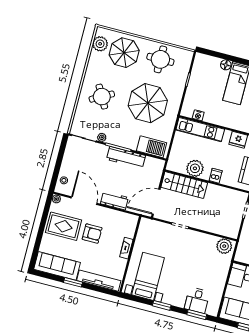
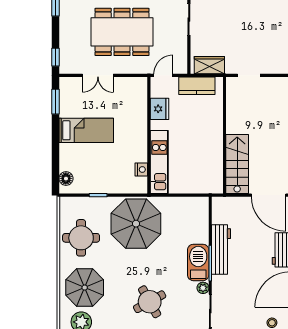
floor lamp: (226, 65) -> (66, 179), moved
parasol: (148, 103) -> (136, 224), moved
barbecue: (152, 147) -> (198, 262), moved
plant: (195, 168) -> (212, 156), removed
dishwasher: (216, 176) -> (214, 126), removed

